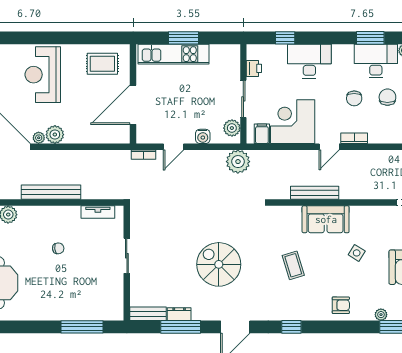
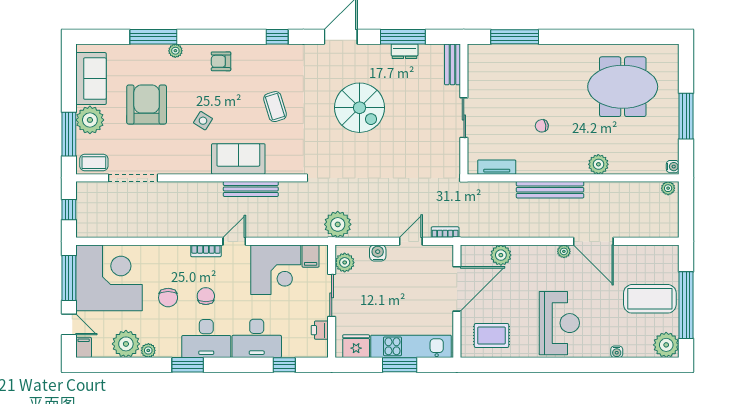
fridge: (222, 54) -> (356, 346), added
desk: (376, 61) -> (206, 338), moved
plant: (55, 135) -> (501, 255), moved
bench: (148, 314) -> (452, 64), moved, turned 90

